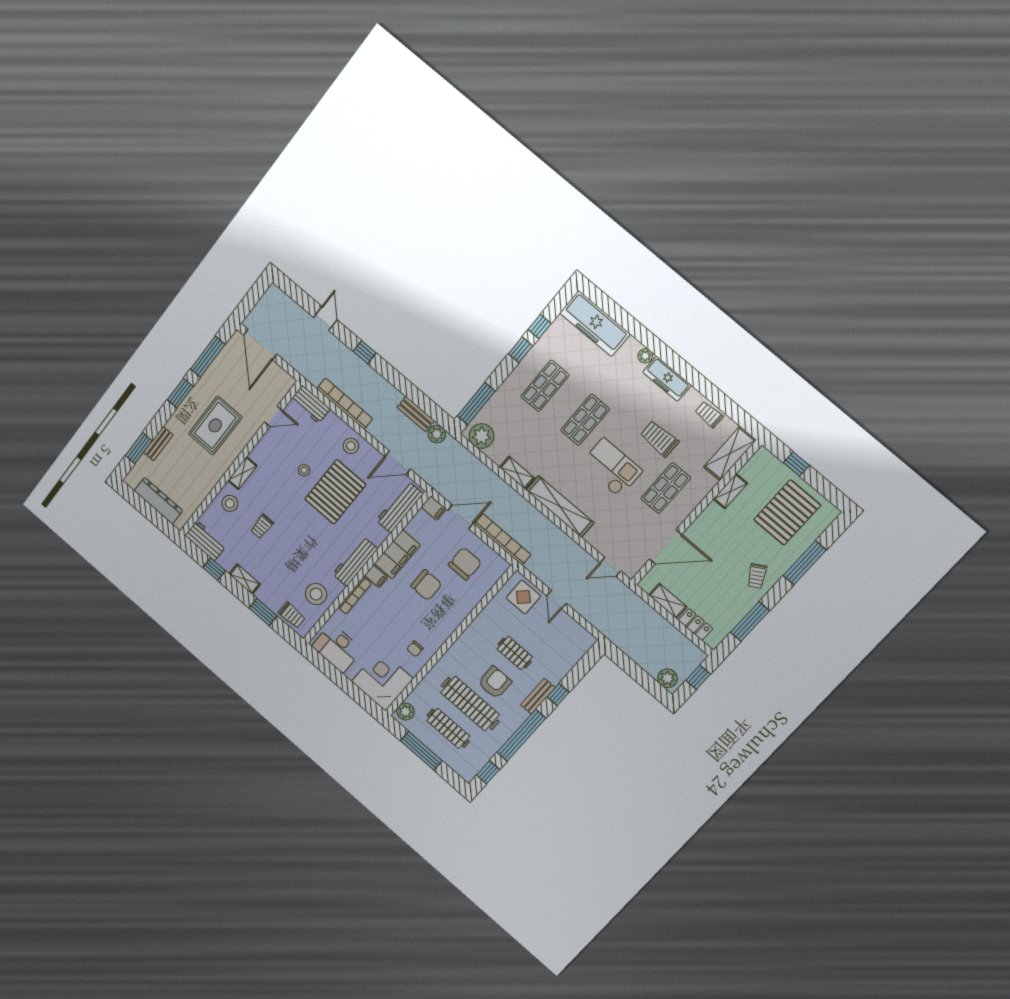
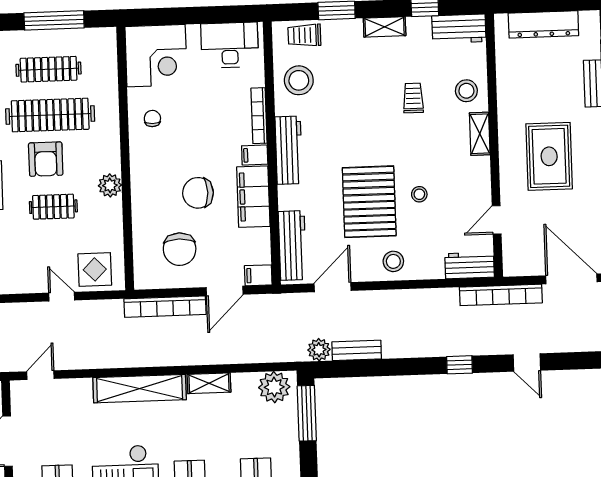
bookcase: (345, 404) -> (501, 295), moved
plant: (405, 712) -> (110, 185), moved

